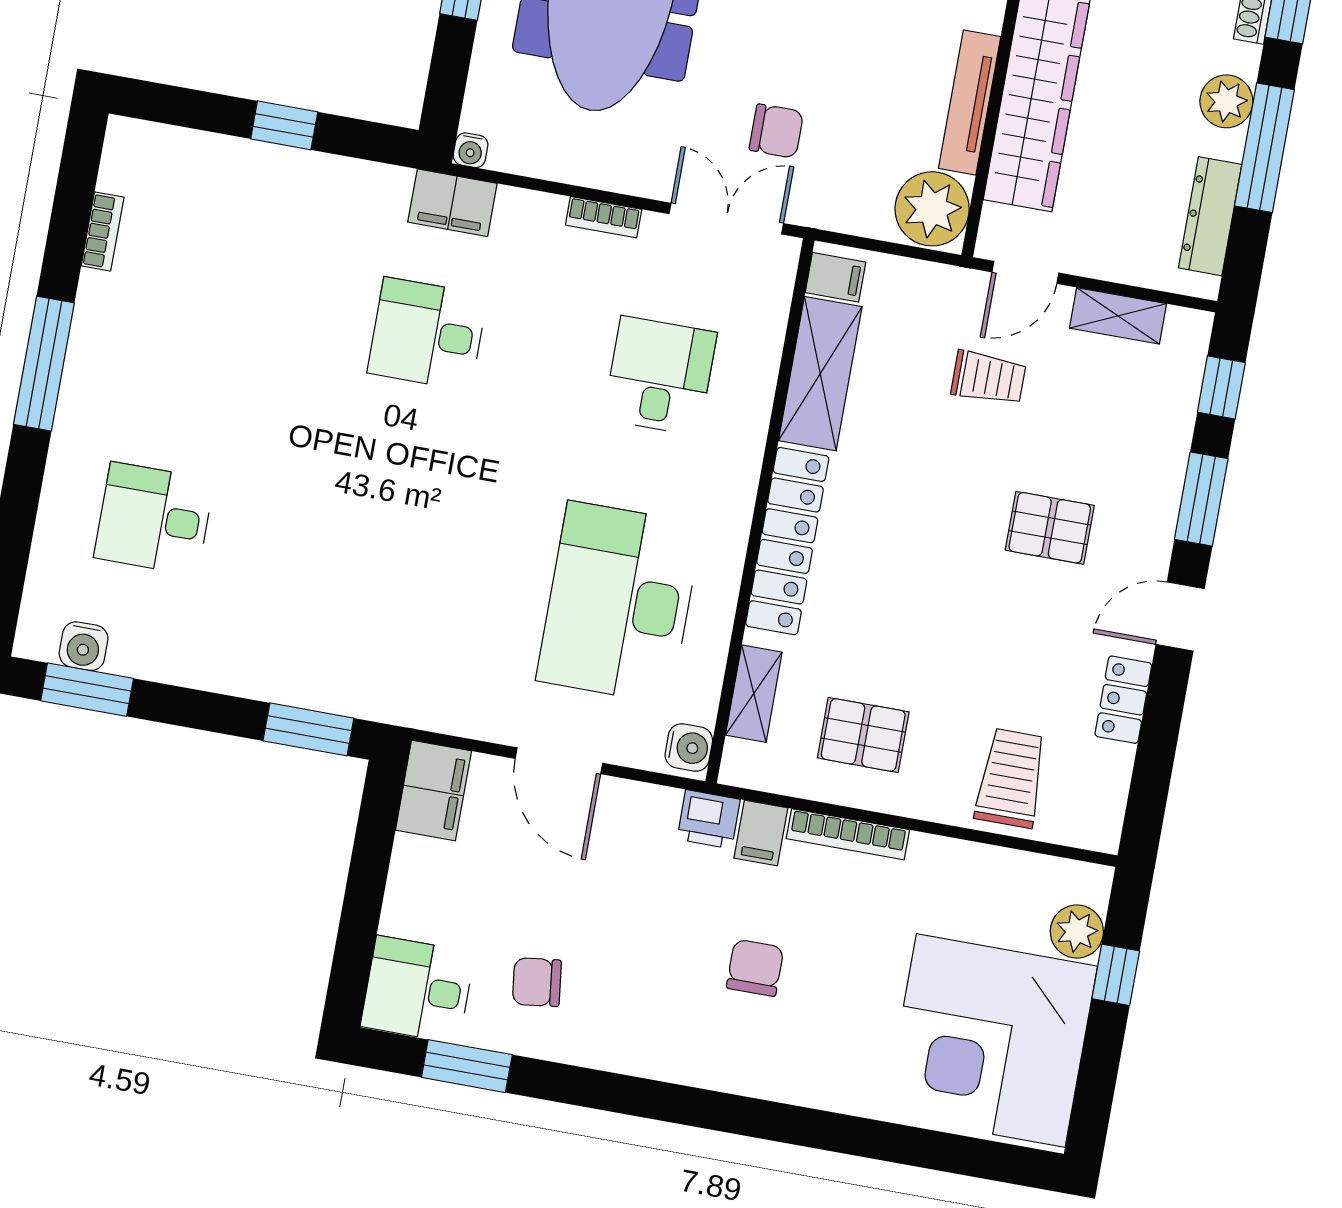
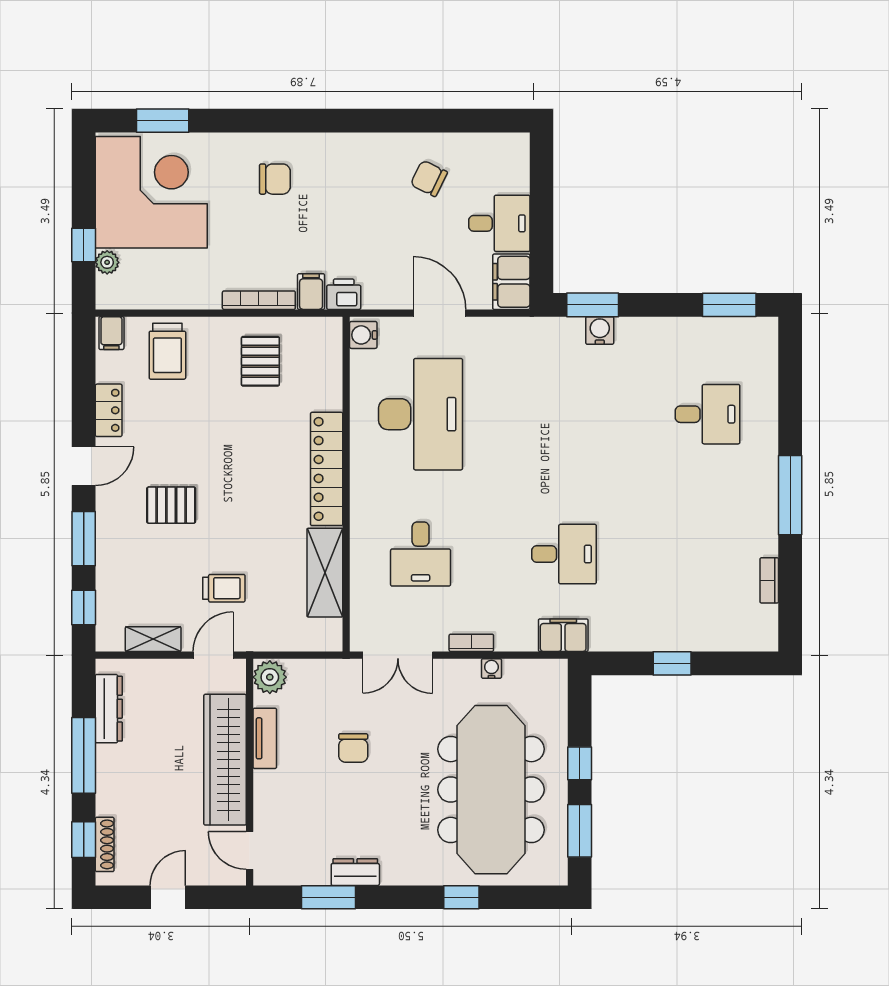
plant: (1226, 101) -> (111, 779), removed
tv unit: (970, 102) -> (265, 738), width x0.71
chair: (776, 131) -> (353, 748), moved, turned -90
water cooler: (471, 150) -> (491, 669), moved
plant: (932, 209) -> (270, 677), width x0.73, depth x0.73
filing cabinet: (835, 277) -> (111, 333), moved, turned -90
trolley: (989, 378) -> (224, 588), turned 180
water cooler: (84, 646) -> (600, 330), moved
shelving: (754, 694) -> (330, 374), removed
pallet: (863, 735) -> (260, 361), turned 90
plant: (1077, 931) -> (107, 262), width x0.73, depth x0.73
chair: (755, 968) -> (275, 179), moved, turned -90
chair: (537, 982) -> (429, 178), turned -147
desk: (418, 990) -> (499, 223), moved
window: (467, 1066) -> (163, 121), moved

